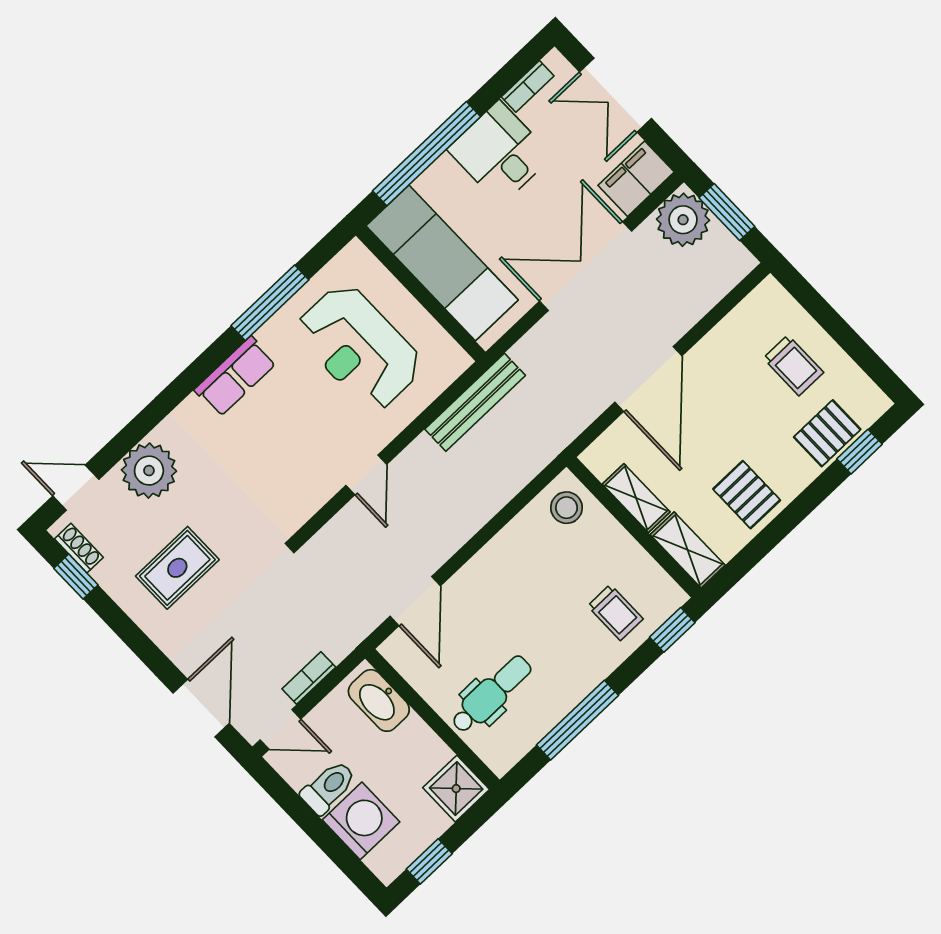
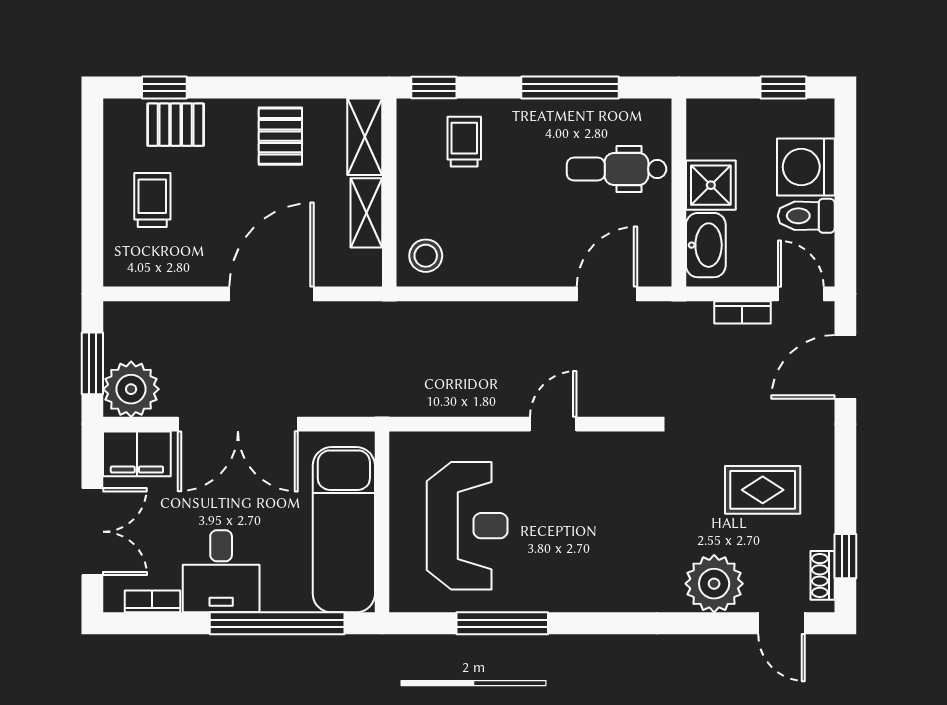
row of seats: (235, 376) -> (581, 593), removed
bench: (475, 402) -> (419, 401), removed
shower: (456, 789) -> (711, 185), moved

